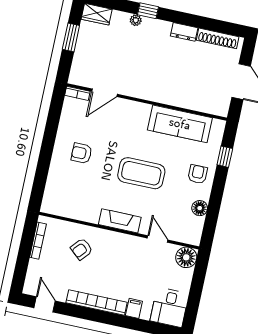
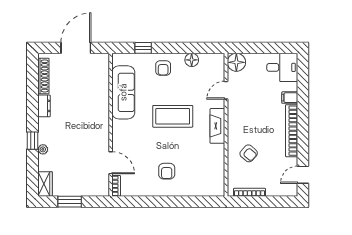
coffee table: (141, 173) -> (173, 116), turned 90
armchair: (198, 174) -> (163, 68), turned -90

